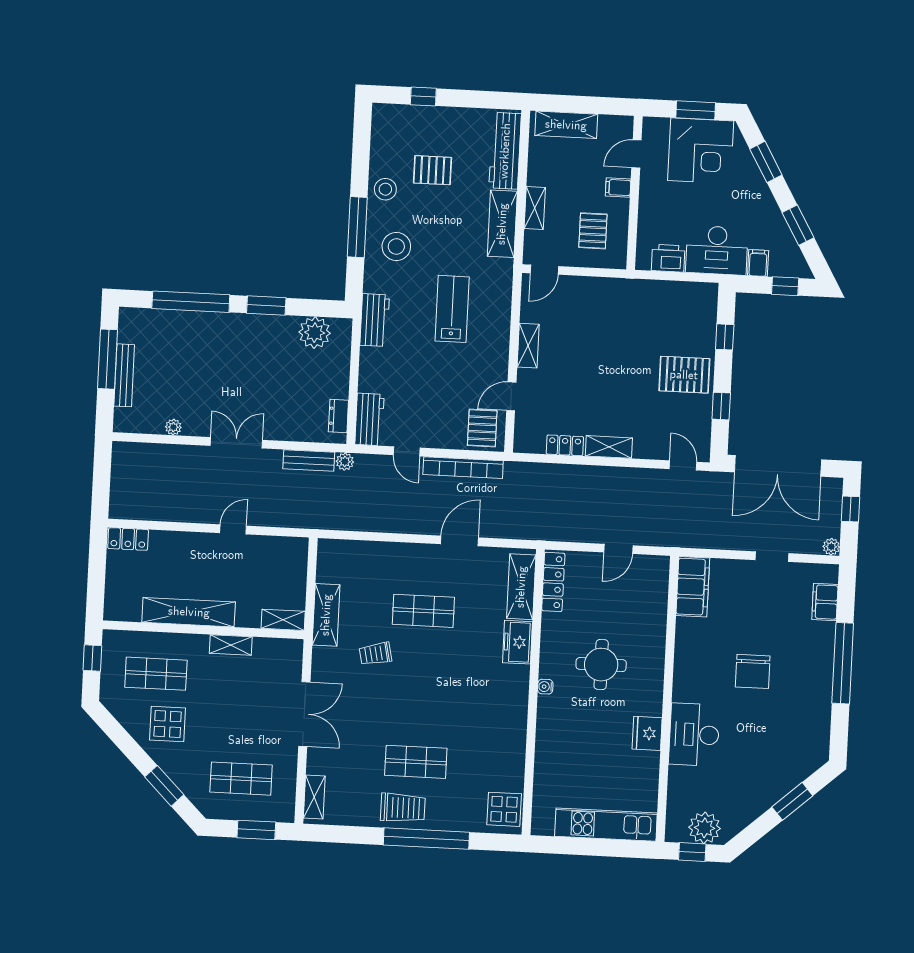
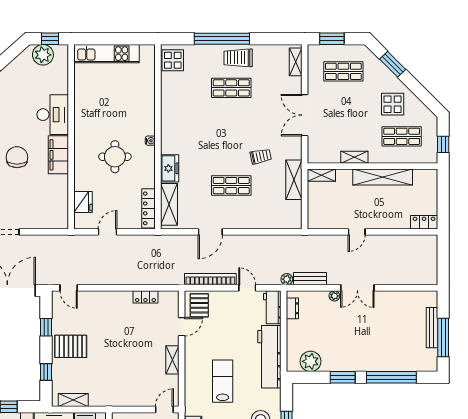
lab bench: (452, 309) -> (223, 381), turned 180
workbench: (375, 320) -> (269, 357), width x1.88, depth x1.32
plant: (173, 427) -> (334, 296), moved
shelving: (609, 447) -> (73, 400), moved
filing cabinet: (693, 587) -> (58, 155), moved
fridge: (647, 733) -> (83, 202), moved

